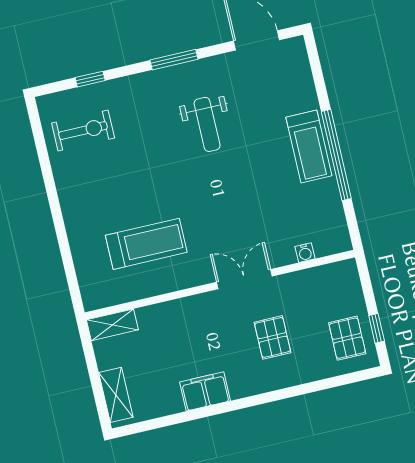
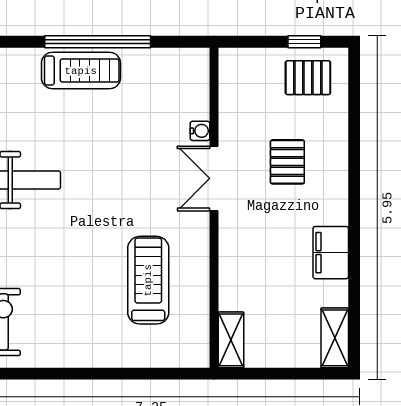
water cooler: (305, 253) -> (200, 131), moved
pallet: (273, 337) -> (287, 162), turned 90
shelving: (116, 395) -> (335, 338), moved, turned 90

